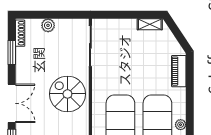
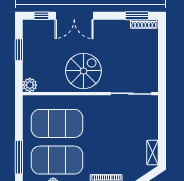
plant: (48, 25) -> (151, 52), removed
window: (12, 53) -> (137, 16), moved

